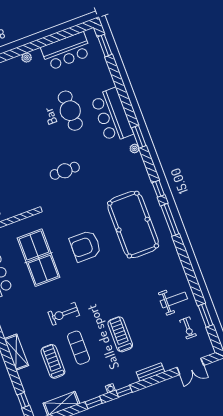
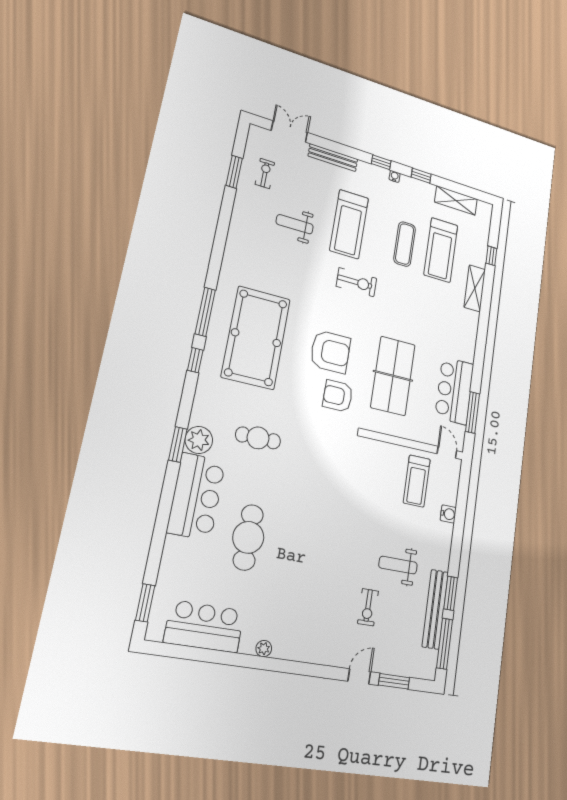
plant: (134, 149) -> (199, 440), width x1.87, depth x1.87
cafe table: (65, 171) -> (258, 438), moved
armchair: (66, 223) -> (338, 396), added
weight bench: (174, 300) -> (295, 224), moved
exercise bike: (64, 314) -> (356, 282), moved
treadmill: (120, 334) -> (349, 224), width x1.37, depth x1.38
treadmill: (53, 361) -> (441, 250), width x1.37, depth x1.38
bench: (150, 372) -> (333, 158), width x1.36
window: (23, 400) -> (491, 256), moved

